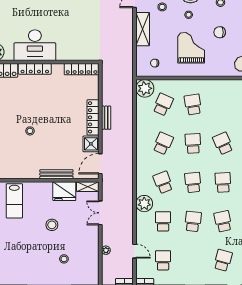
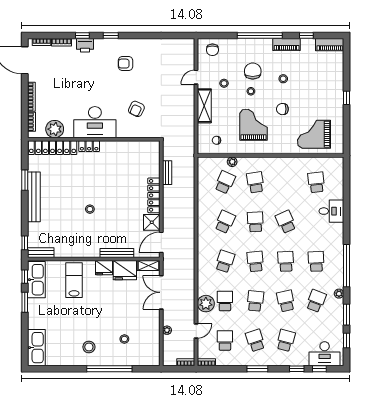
armchair: (76, 32) -> (136, 109), added
locker: (35, 69) -> (89, 146), width x0.66
locker: (82, 69) -> (142, 146), removed
plant: (145, 88) -> (232, 162), moved, width x0.53, depth x0.53
bench: (106, 118) -> (167, 173), moved
school desk: (163, 182) -> (225, 261), turned 39
fridge: (44, 189) -> (104, 268), added
lab bench: (14, 201) -> (74, 280), turned 180
plant: (144, 204) -> (206, 304), moved
double door: (100, 213) -> (161, 292), width x1.37
stool: (52, 225) -> (89, 347), moved
door: (135, 251) -> (196, 331), hinge flipped
school desk: (193, 260) -> (255, 340), added

